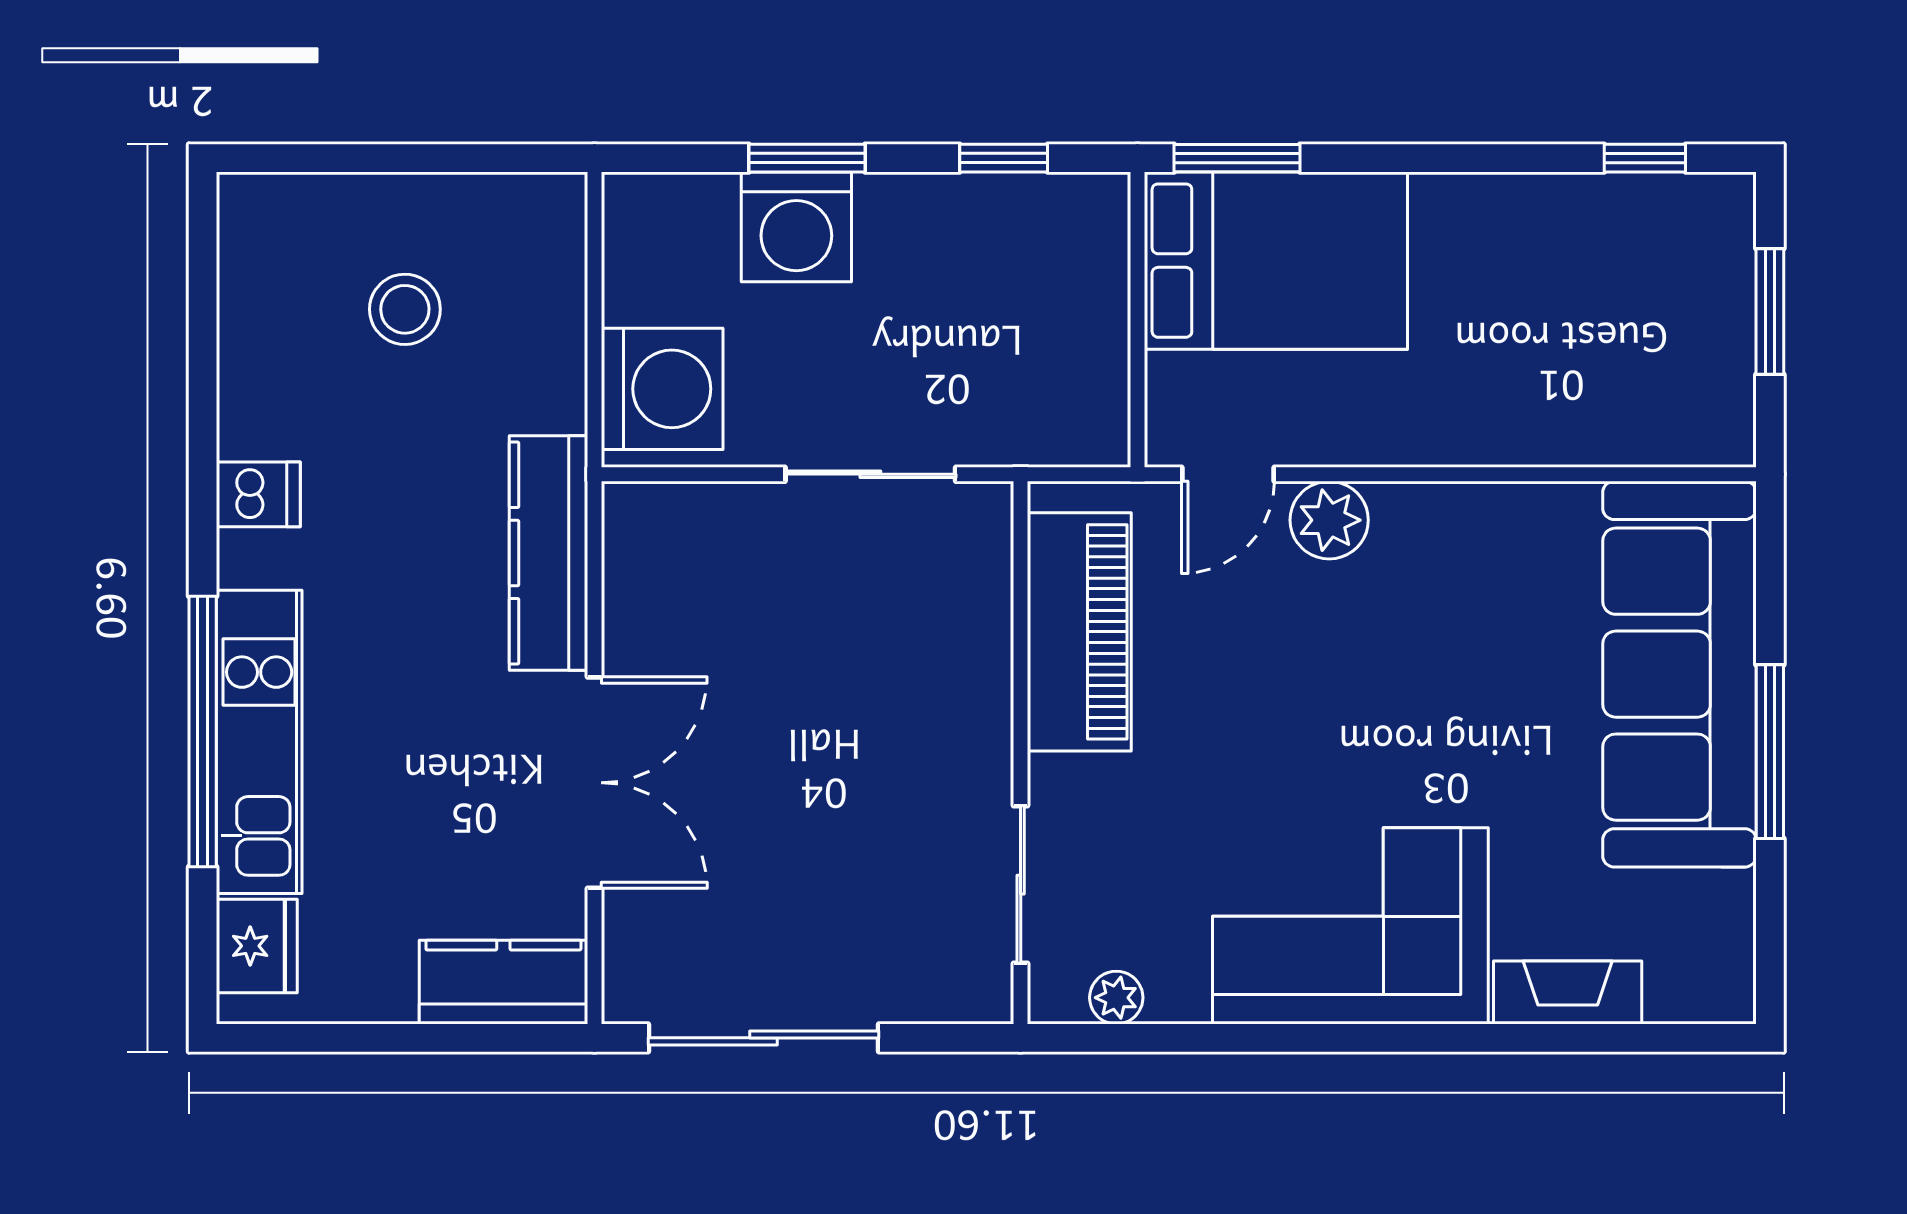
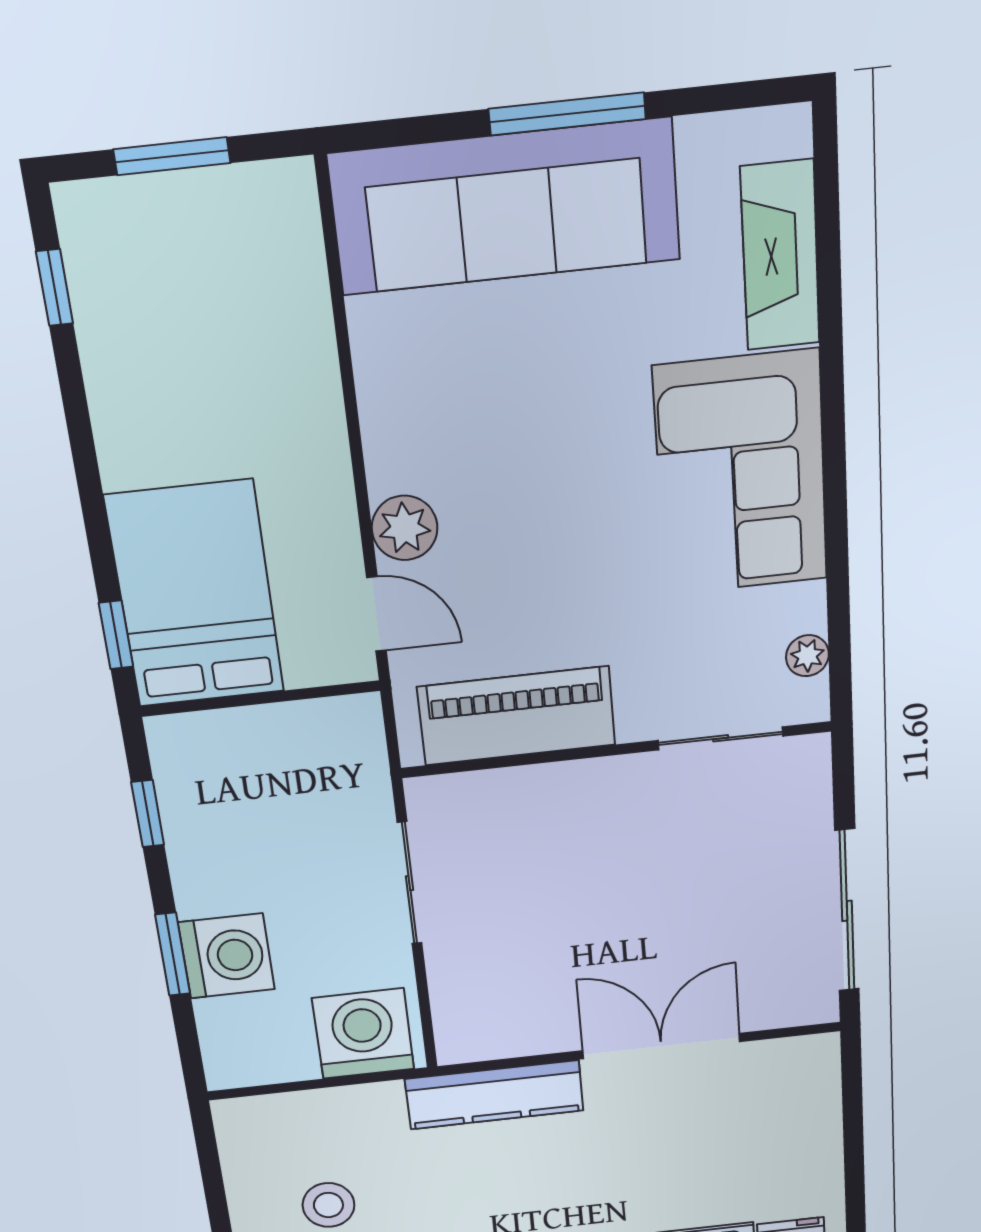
window: (1237, 158) -> (116, 635), width x0.67
kitchen counter: (503, 982) -> (811, 1089), removed
fireplace: (1568, 993) -> (780, 256), width x1.37, depth x1.32

